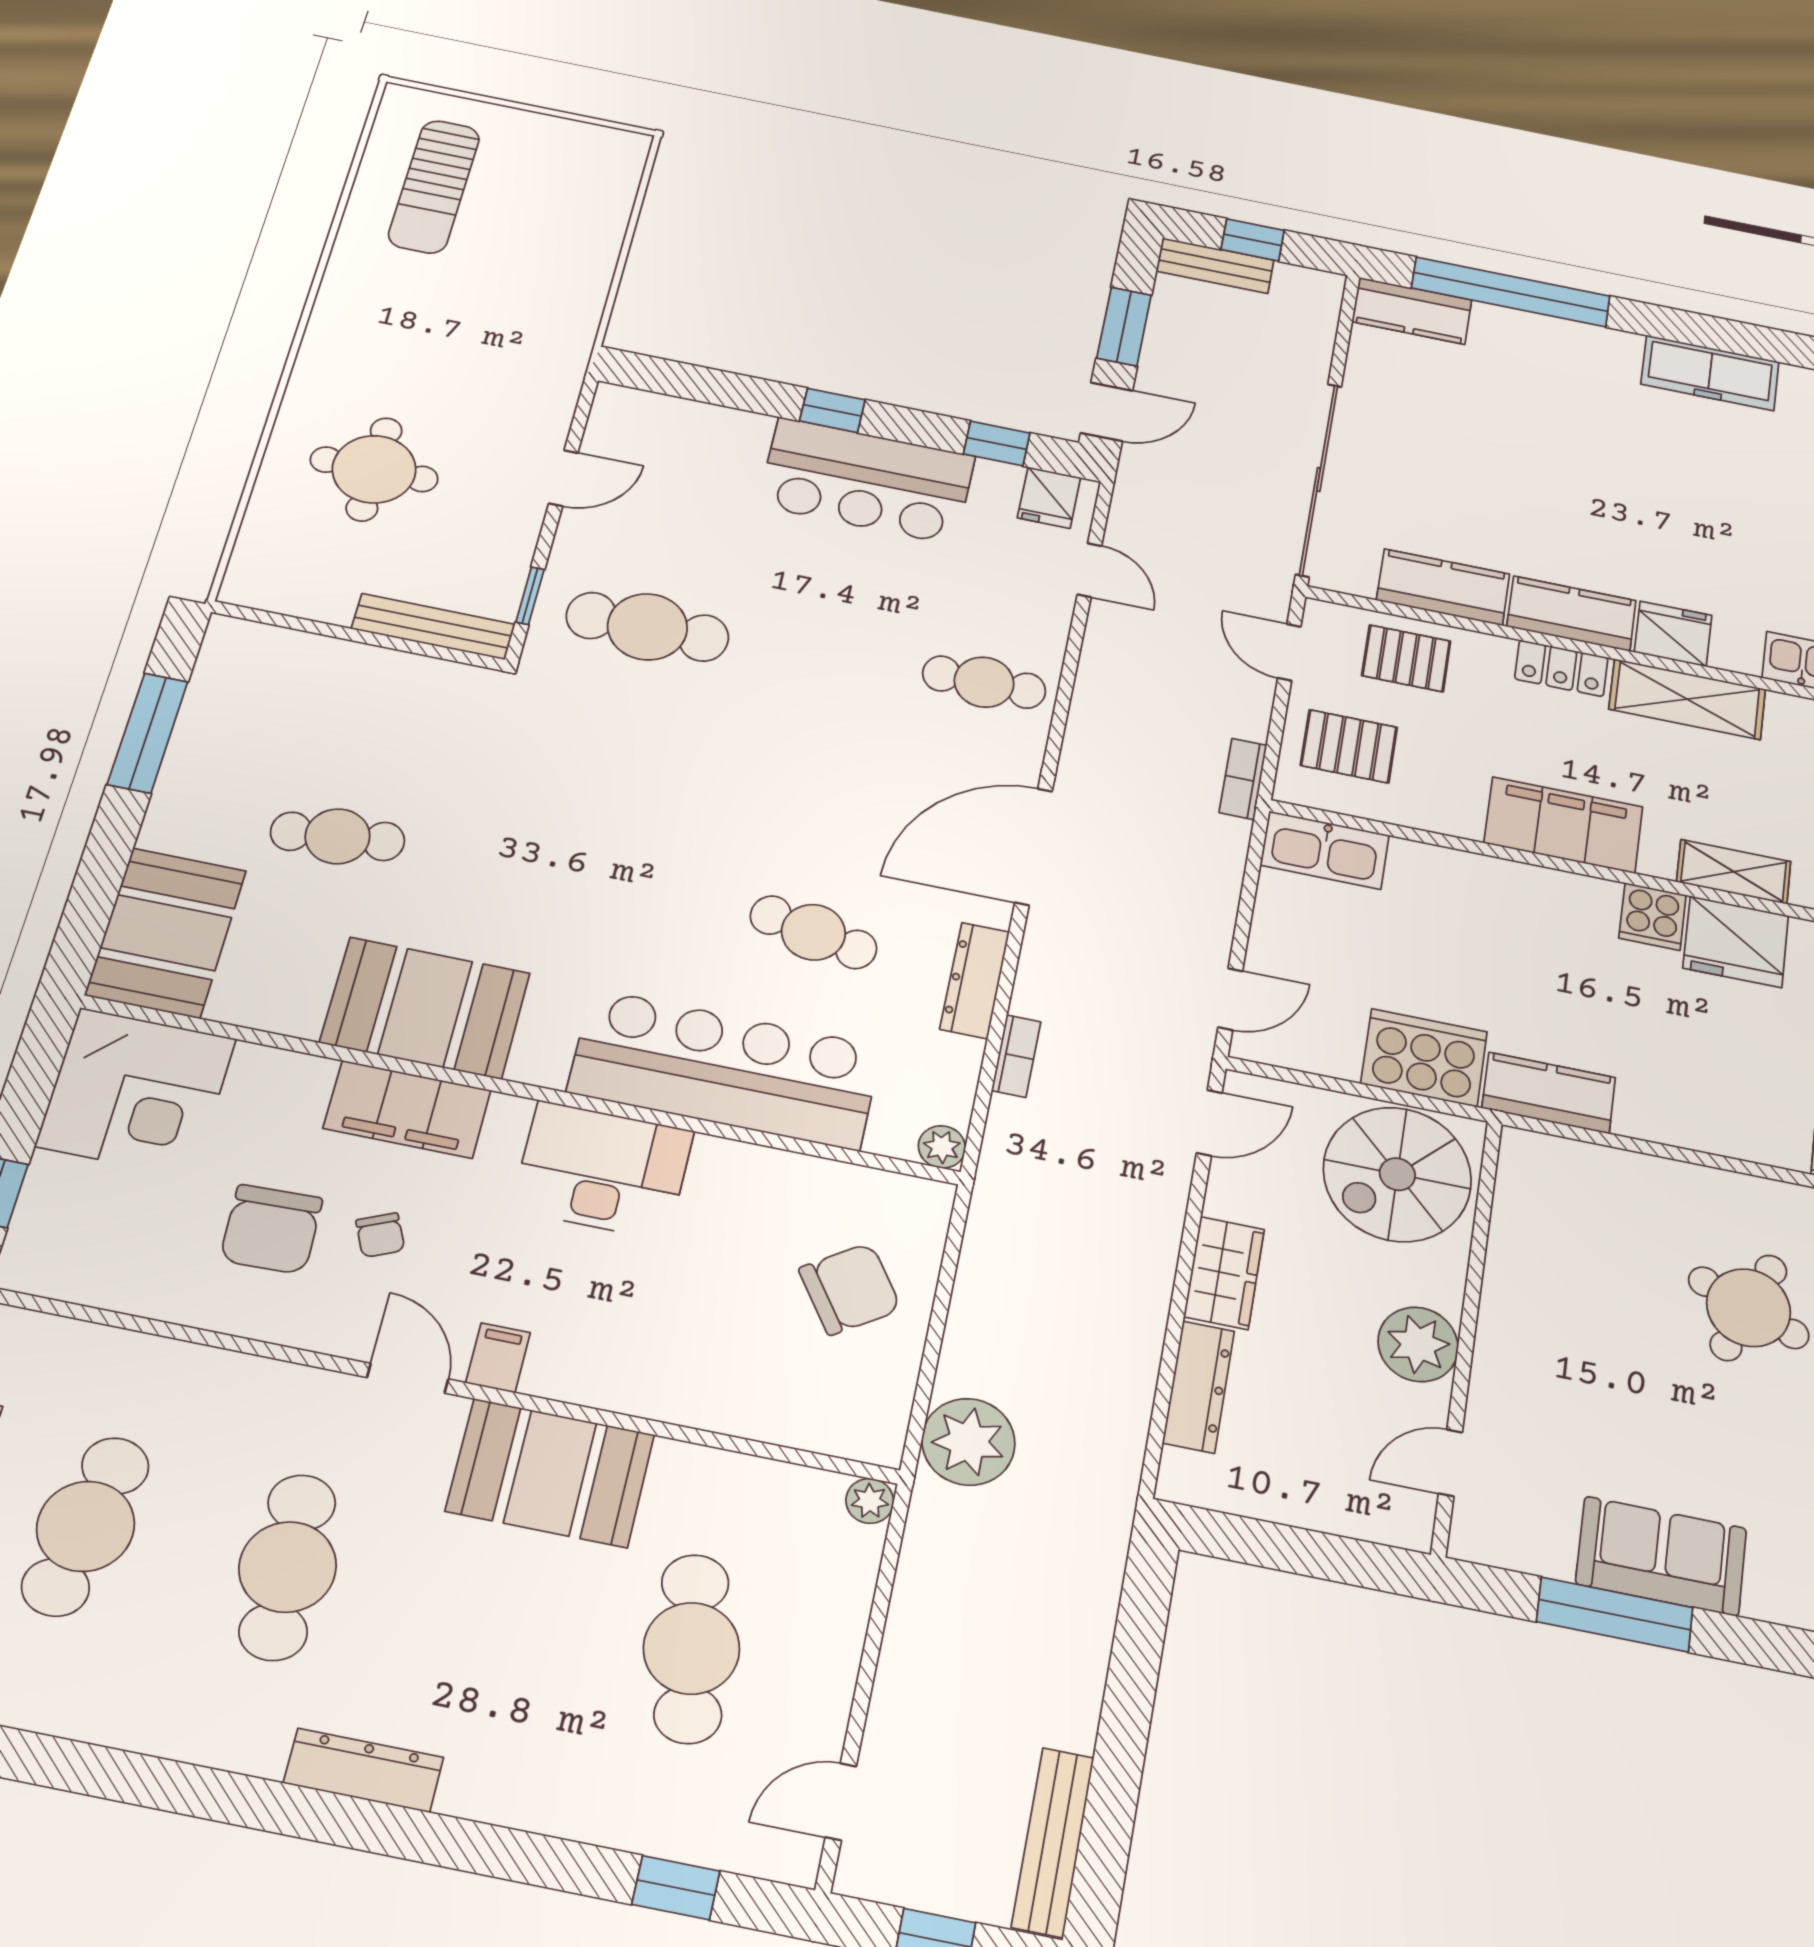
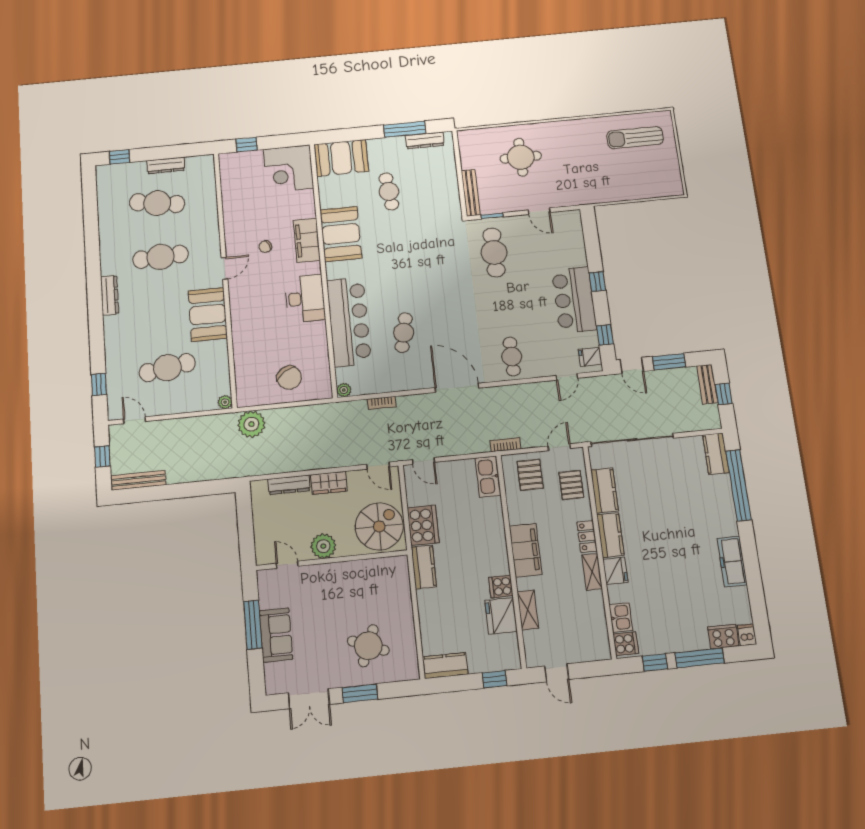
shelving: (1687, 699) -> (592, 572), width x0.67, depth x0.75
dresser: (975, 980) -> (425, 140), moved, turned 180
spiral stairs: (1397, 1174) -> (379, 526), turned 90
chair: (271, 1229) -> (258, 218), removed
filing cabinet: (498, 1358) -> (238, 290), removed

